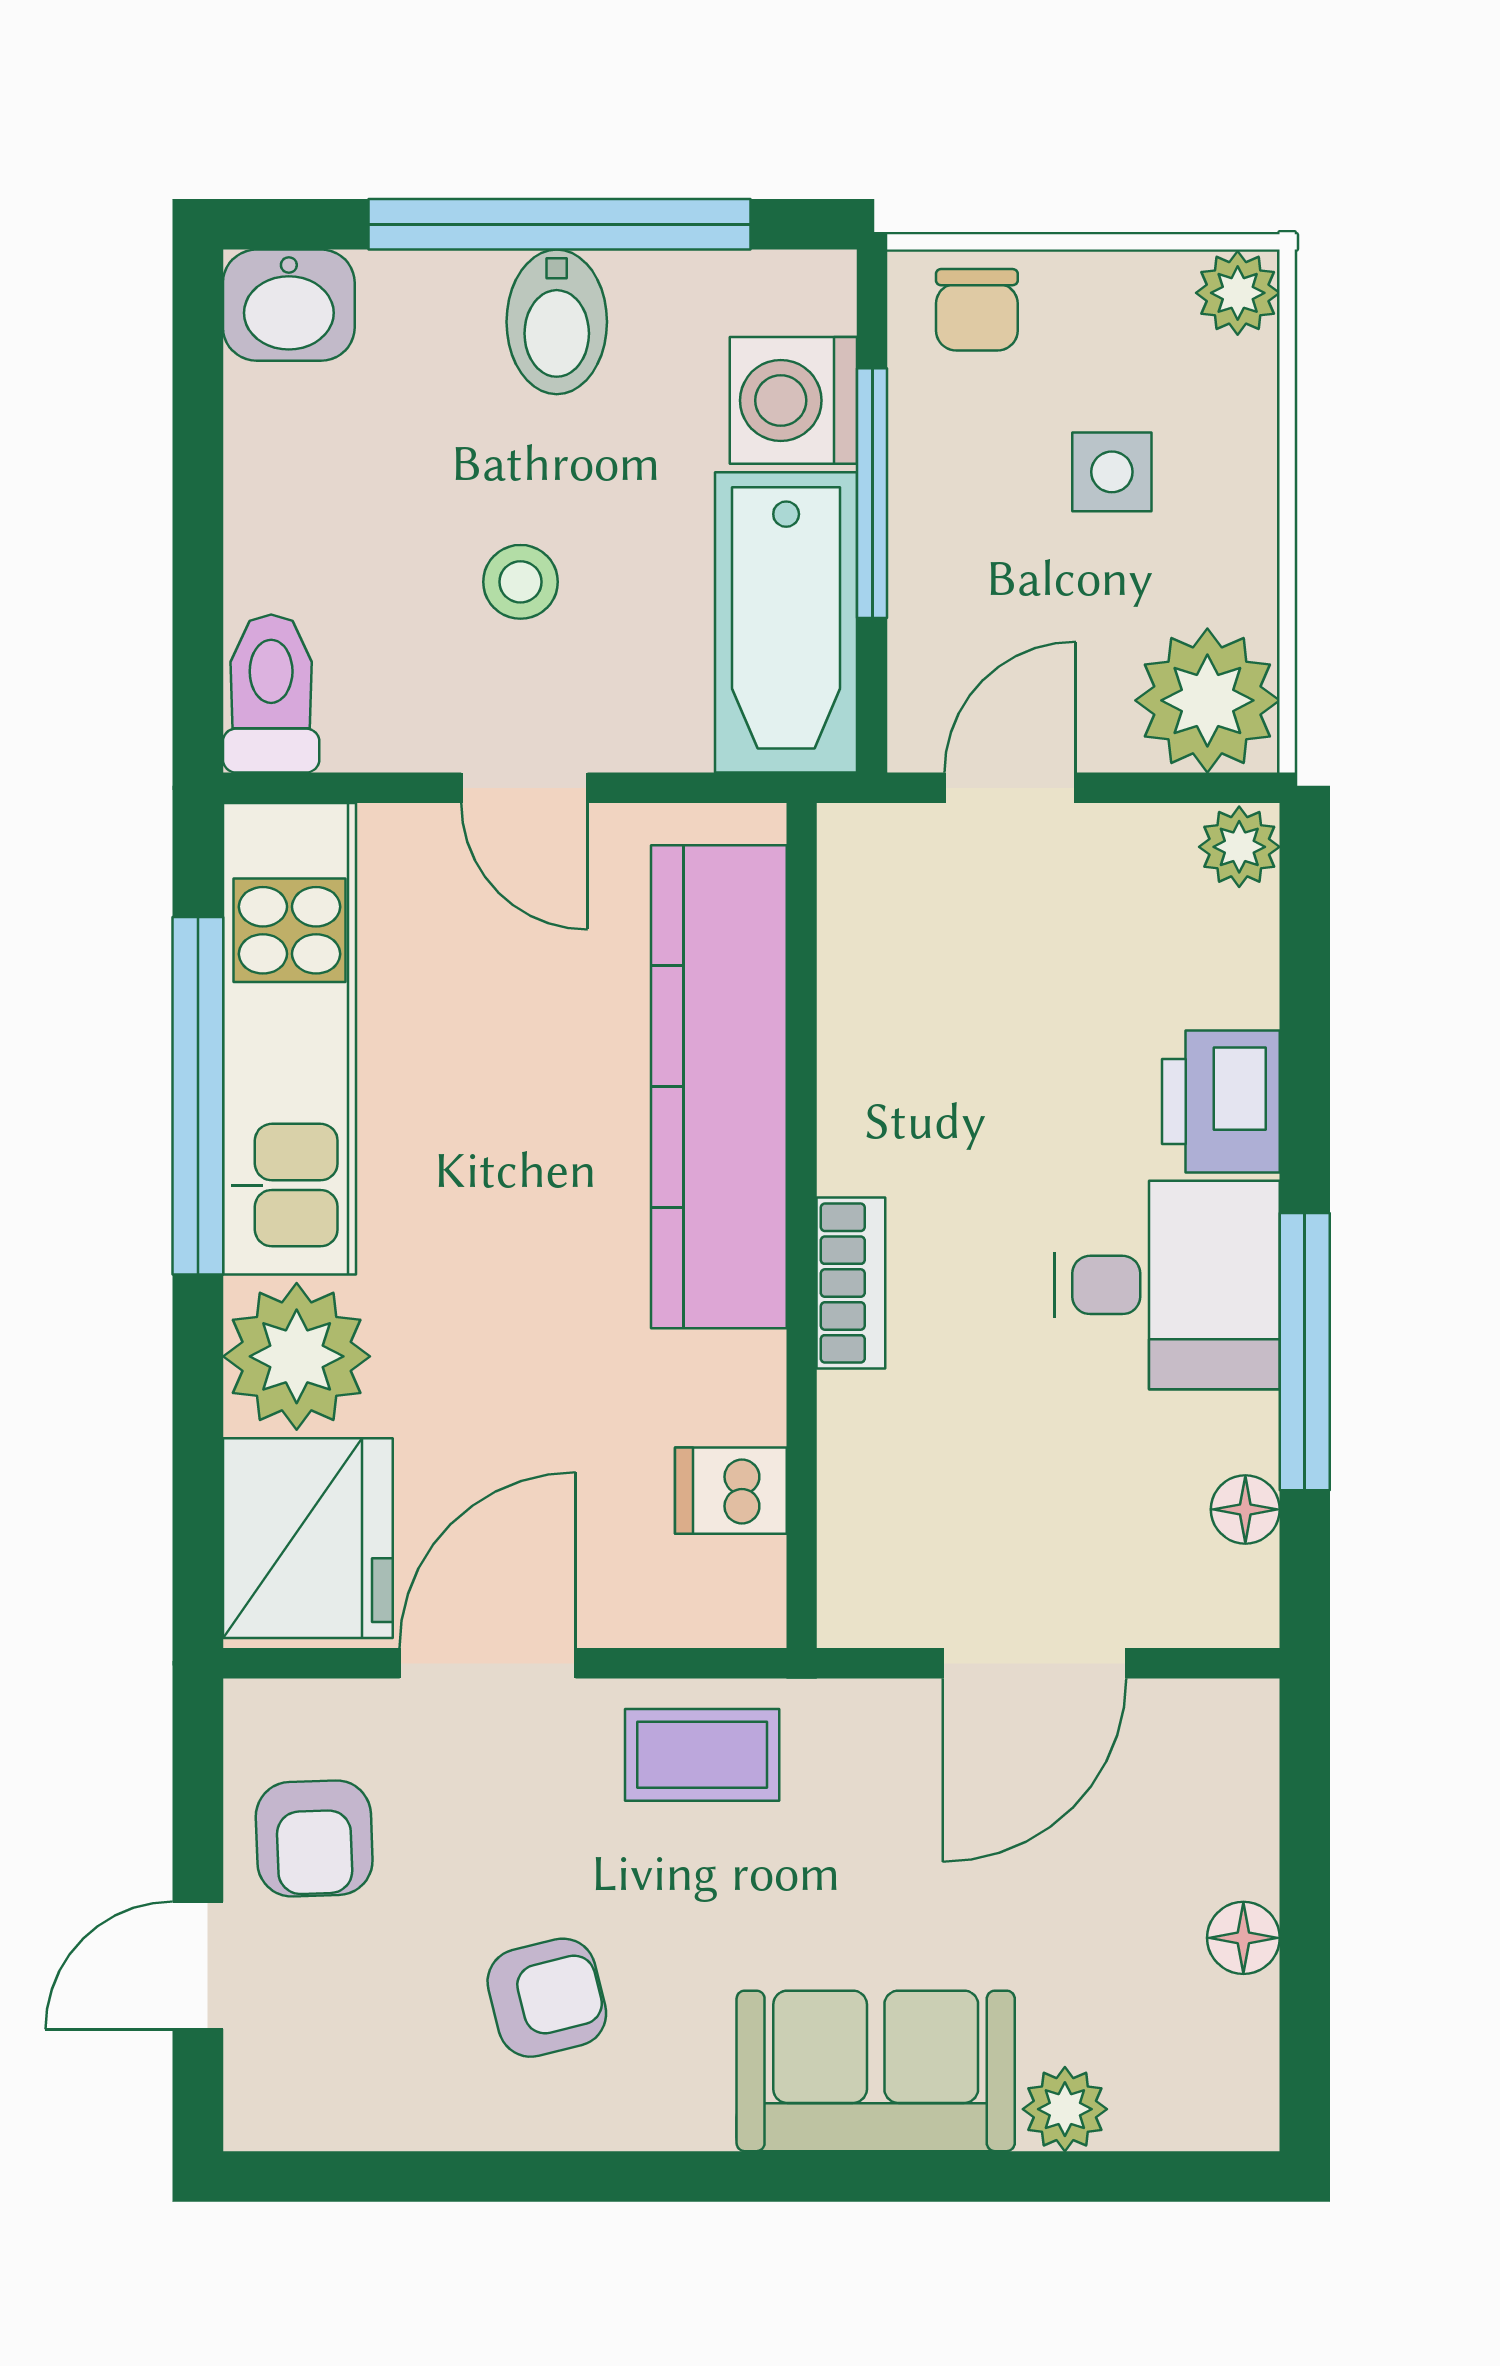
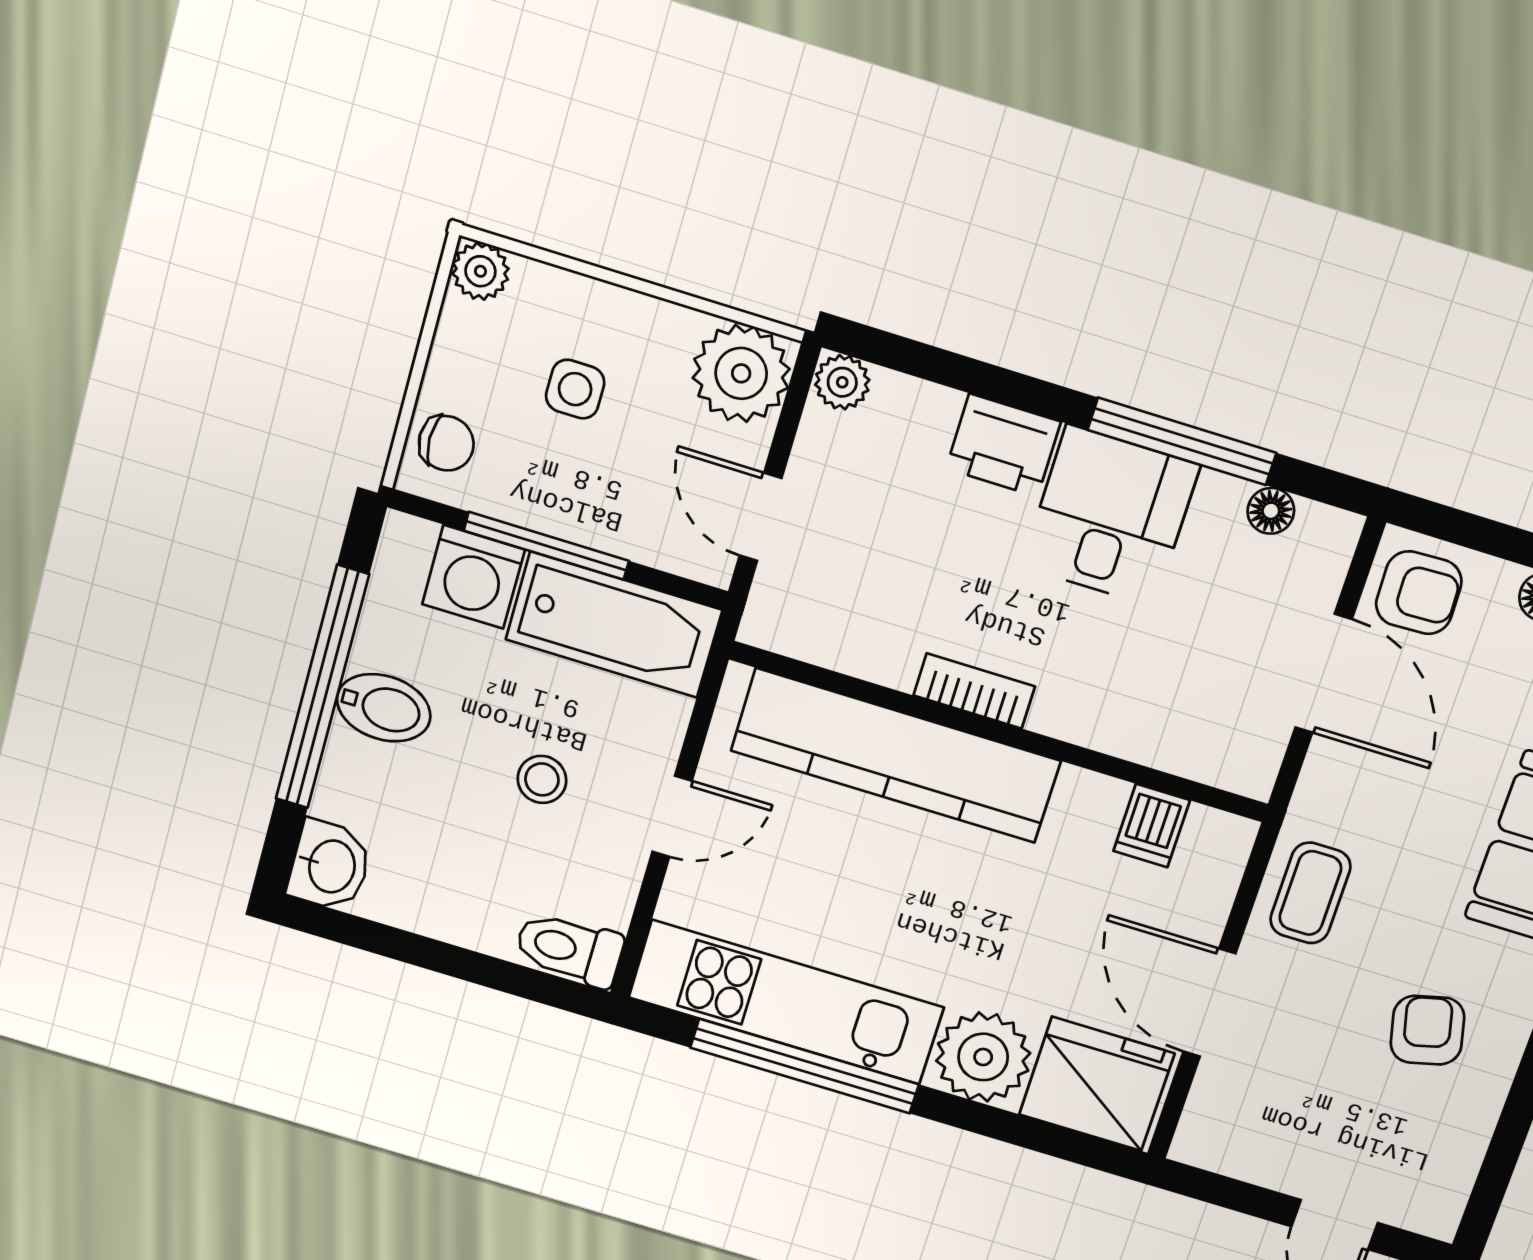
bookcase: (851, 1283) -> (974, 691), moved
armchair: (314, 1838) -> (1419, 593), moved

